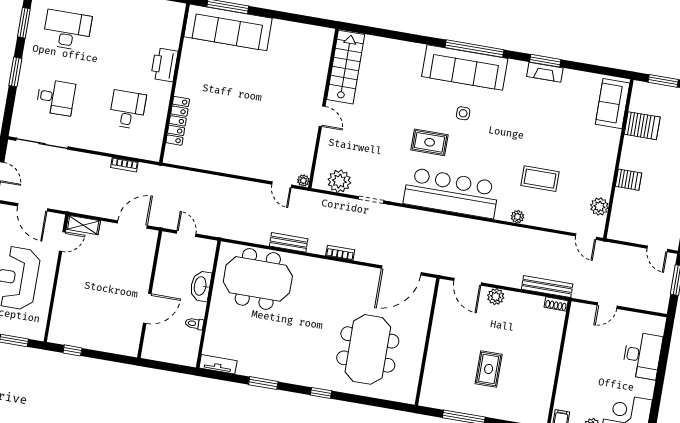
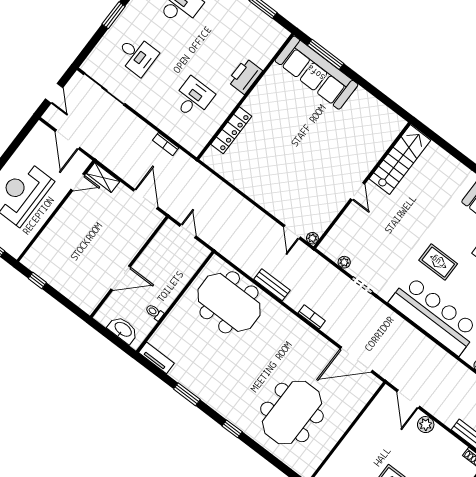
plant: (339, 181) -> (344, 262), width x0.53, depth x0.53
door: (132, 224) -> (146, 199), hinge flipped
washbasin: (201, 286) -> (123, 330), moved, turned 90

